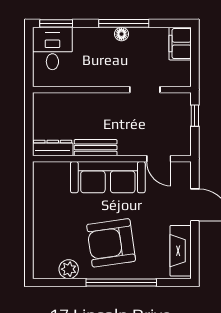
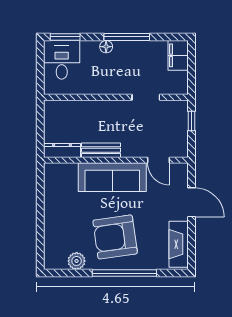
floor lamp: (121, 34) -> (106, 47), moved

